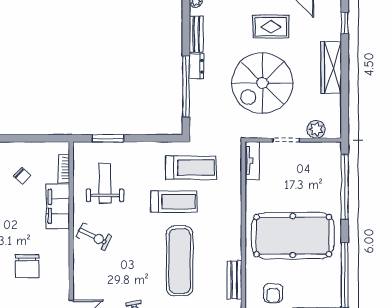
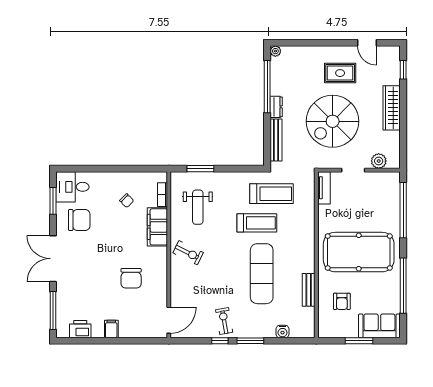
bench: (196, 34) -> (276, 140), moved, width x1.36
window: (186, 87) -> (267, 87), moved
weight bench: (105, 183) -> (198, 207), turned 180

